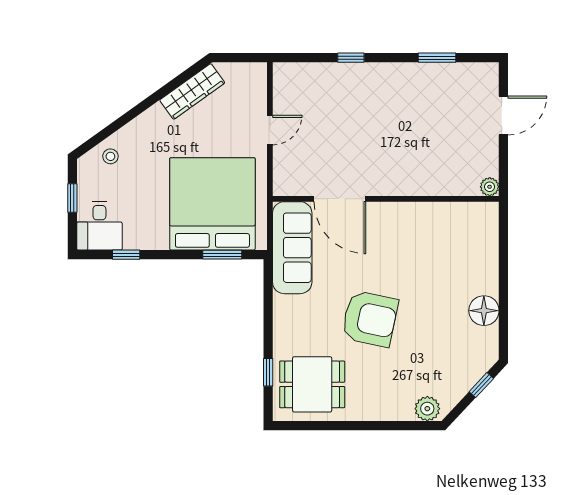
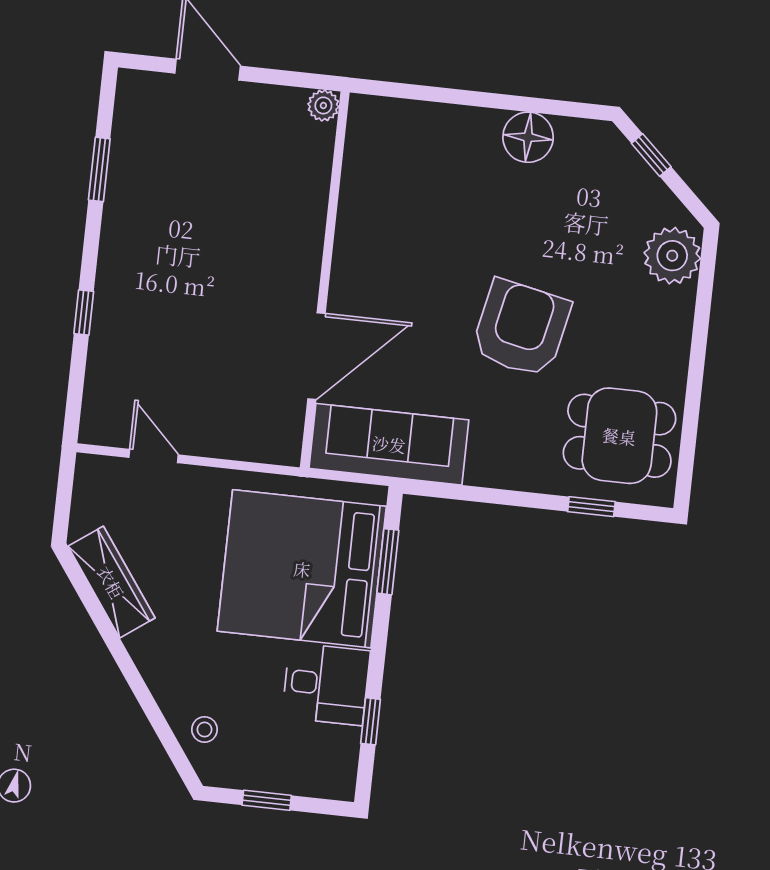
door: (270, 130) -> (154, 456), moved
desk: (99, 226) -> (326, 684), moved
dining table: (312, 384) -> (619, 436), turned 90
plant: (427, 409) -> (672, 256), width x1.36, depth x1.36

